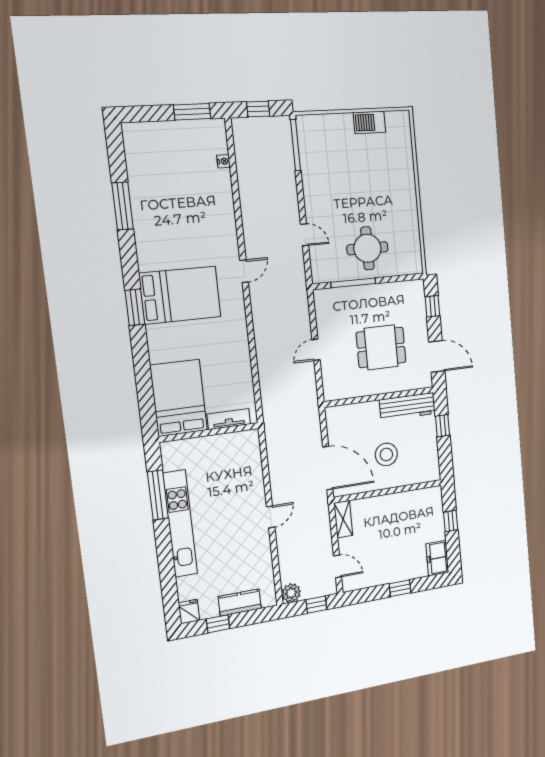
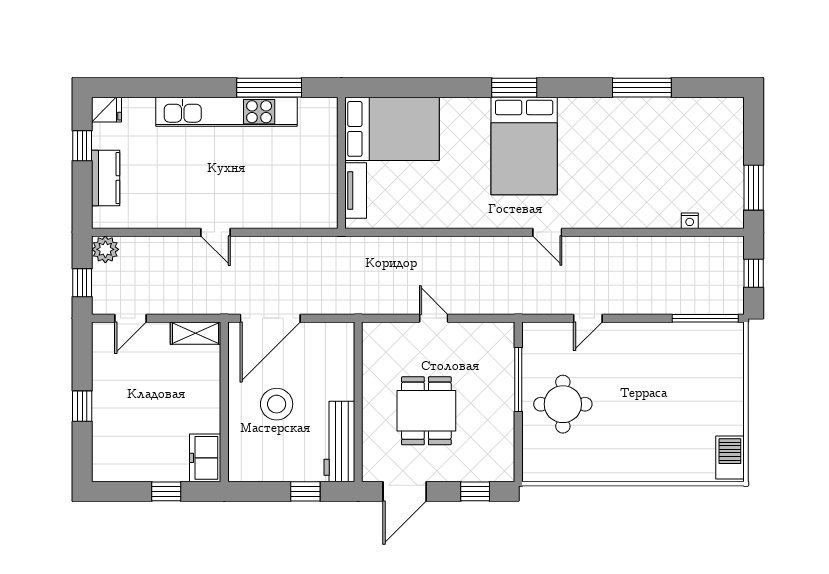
barbecue: (370, 122) -> (730, 458), moved
freezer: (437, 558) -> (205, 458), moved, turned -90

